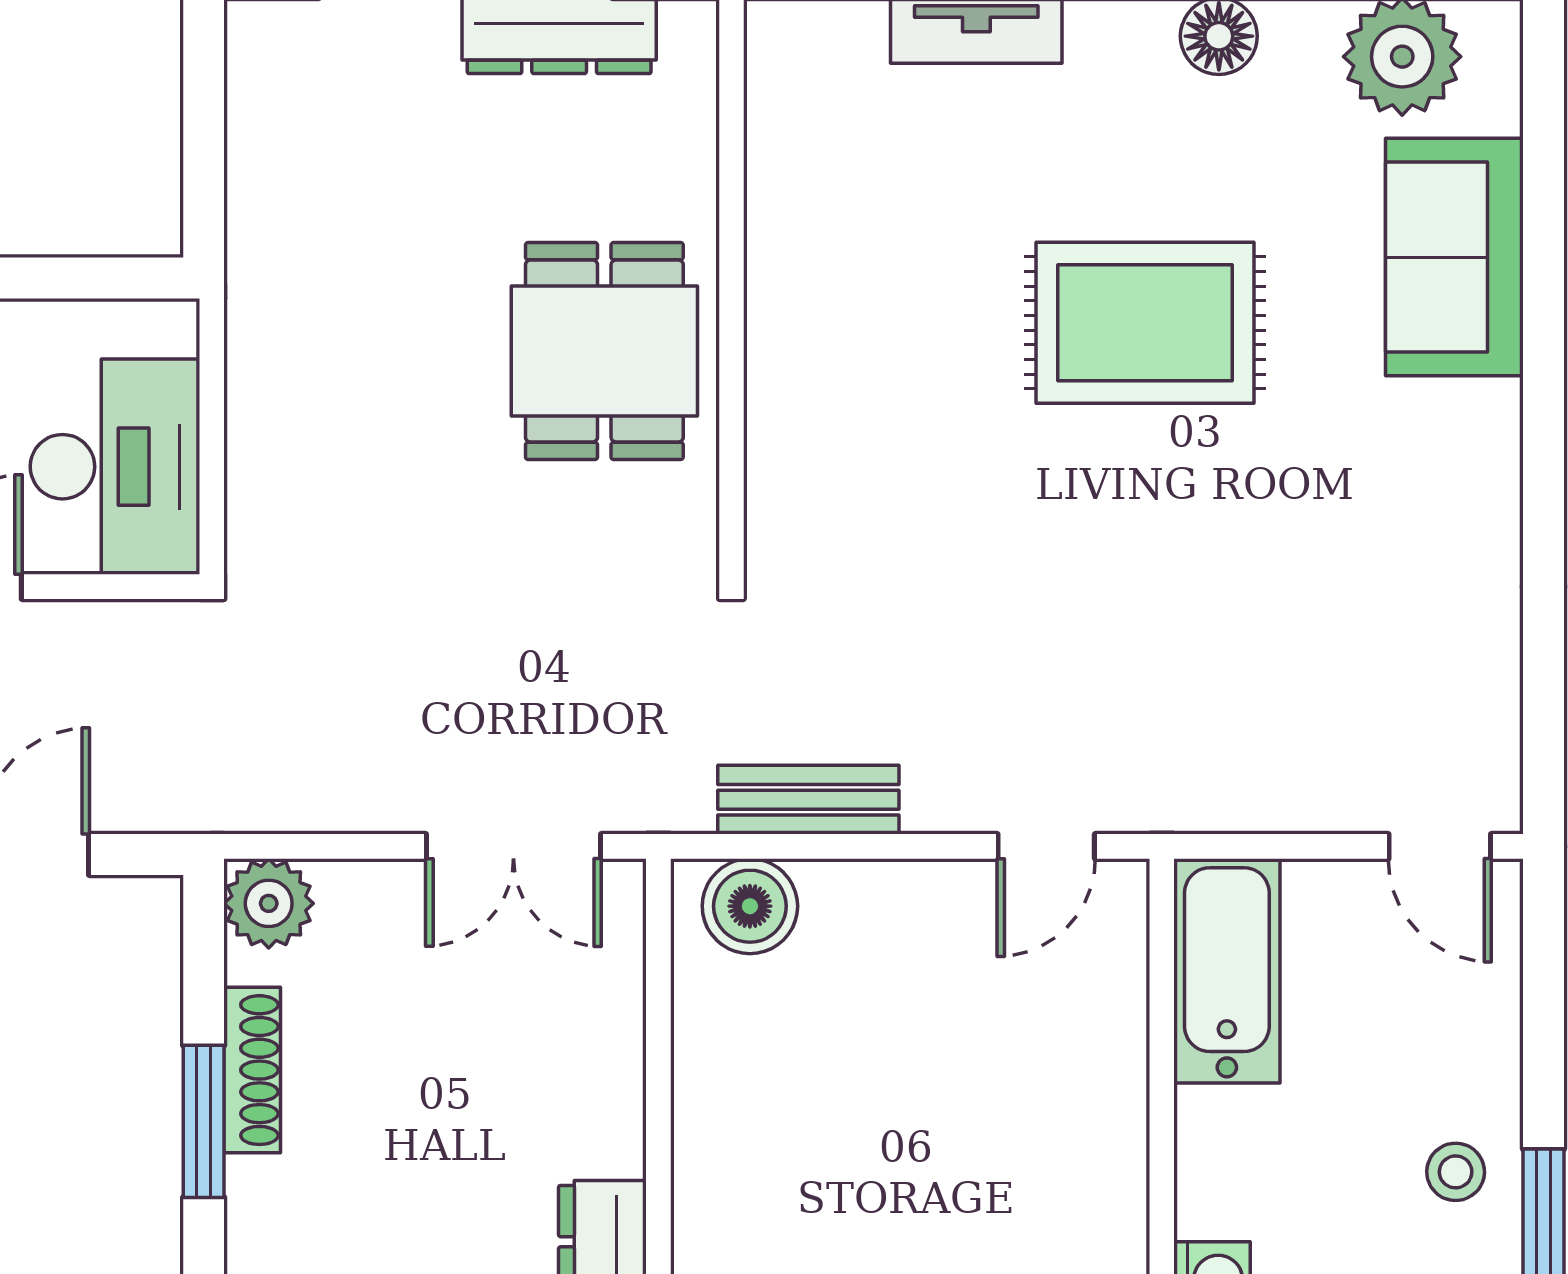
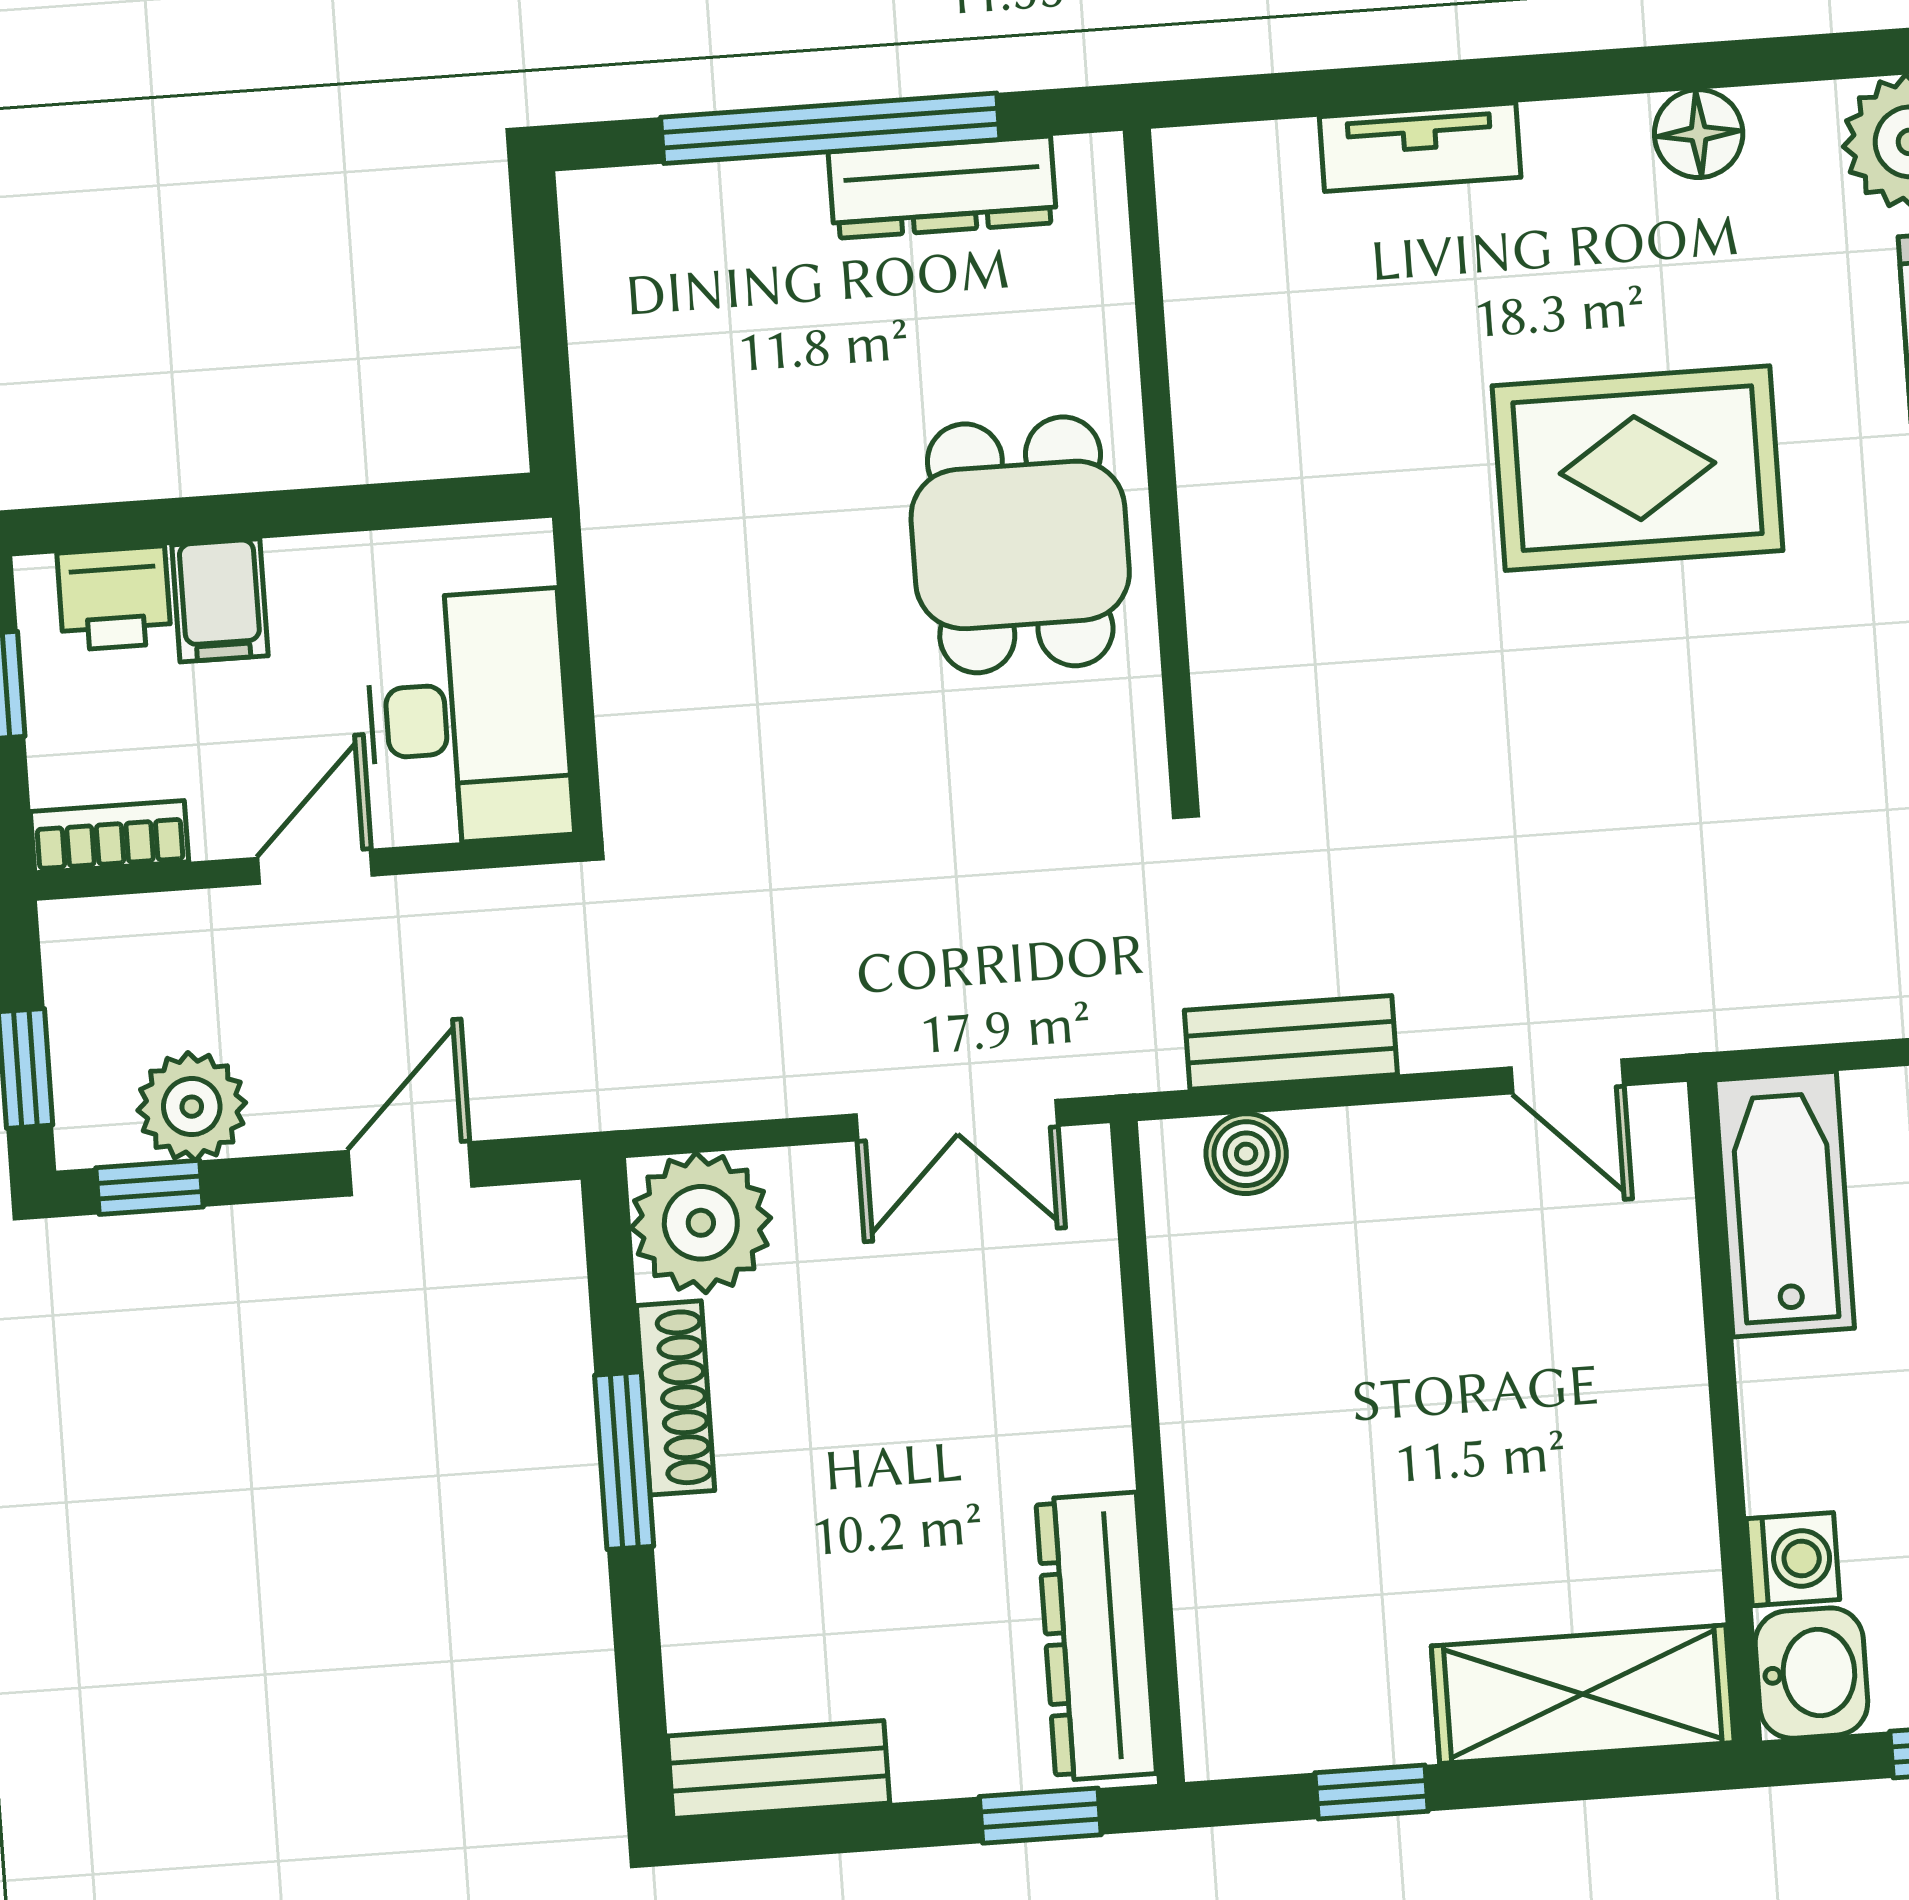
door: (1046, 846) -> (1567, 1076), hinge flipped
plant: (269, 903) -> (701, 1223), width x1.36, depth x1.36
boiler: (750, 906) -> (1246, 1154), width x0.73, depth x0.73

